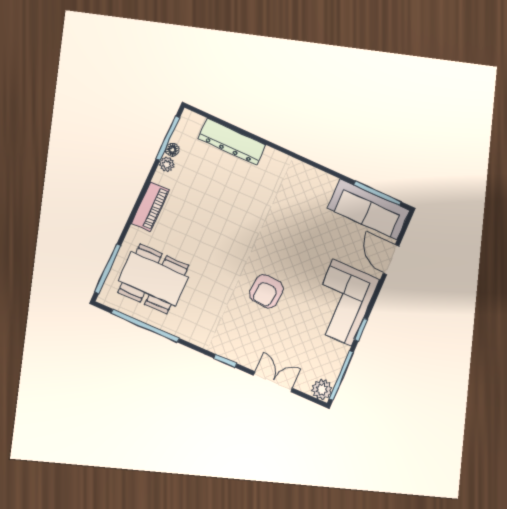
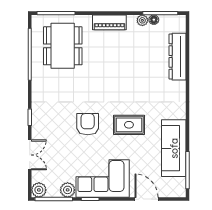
sofa: (369, 209) -> (174, 148), moved
rug: (290, 240) -> (129, 125), added
door: (391, 260) -> (146, 199), hinge flipped
armchair: (266, 291) -> (88, 124), turned 86
plant: (337, 353) -> (68, 190), added

